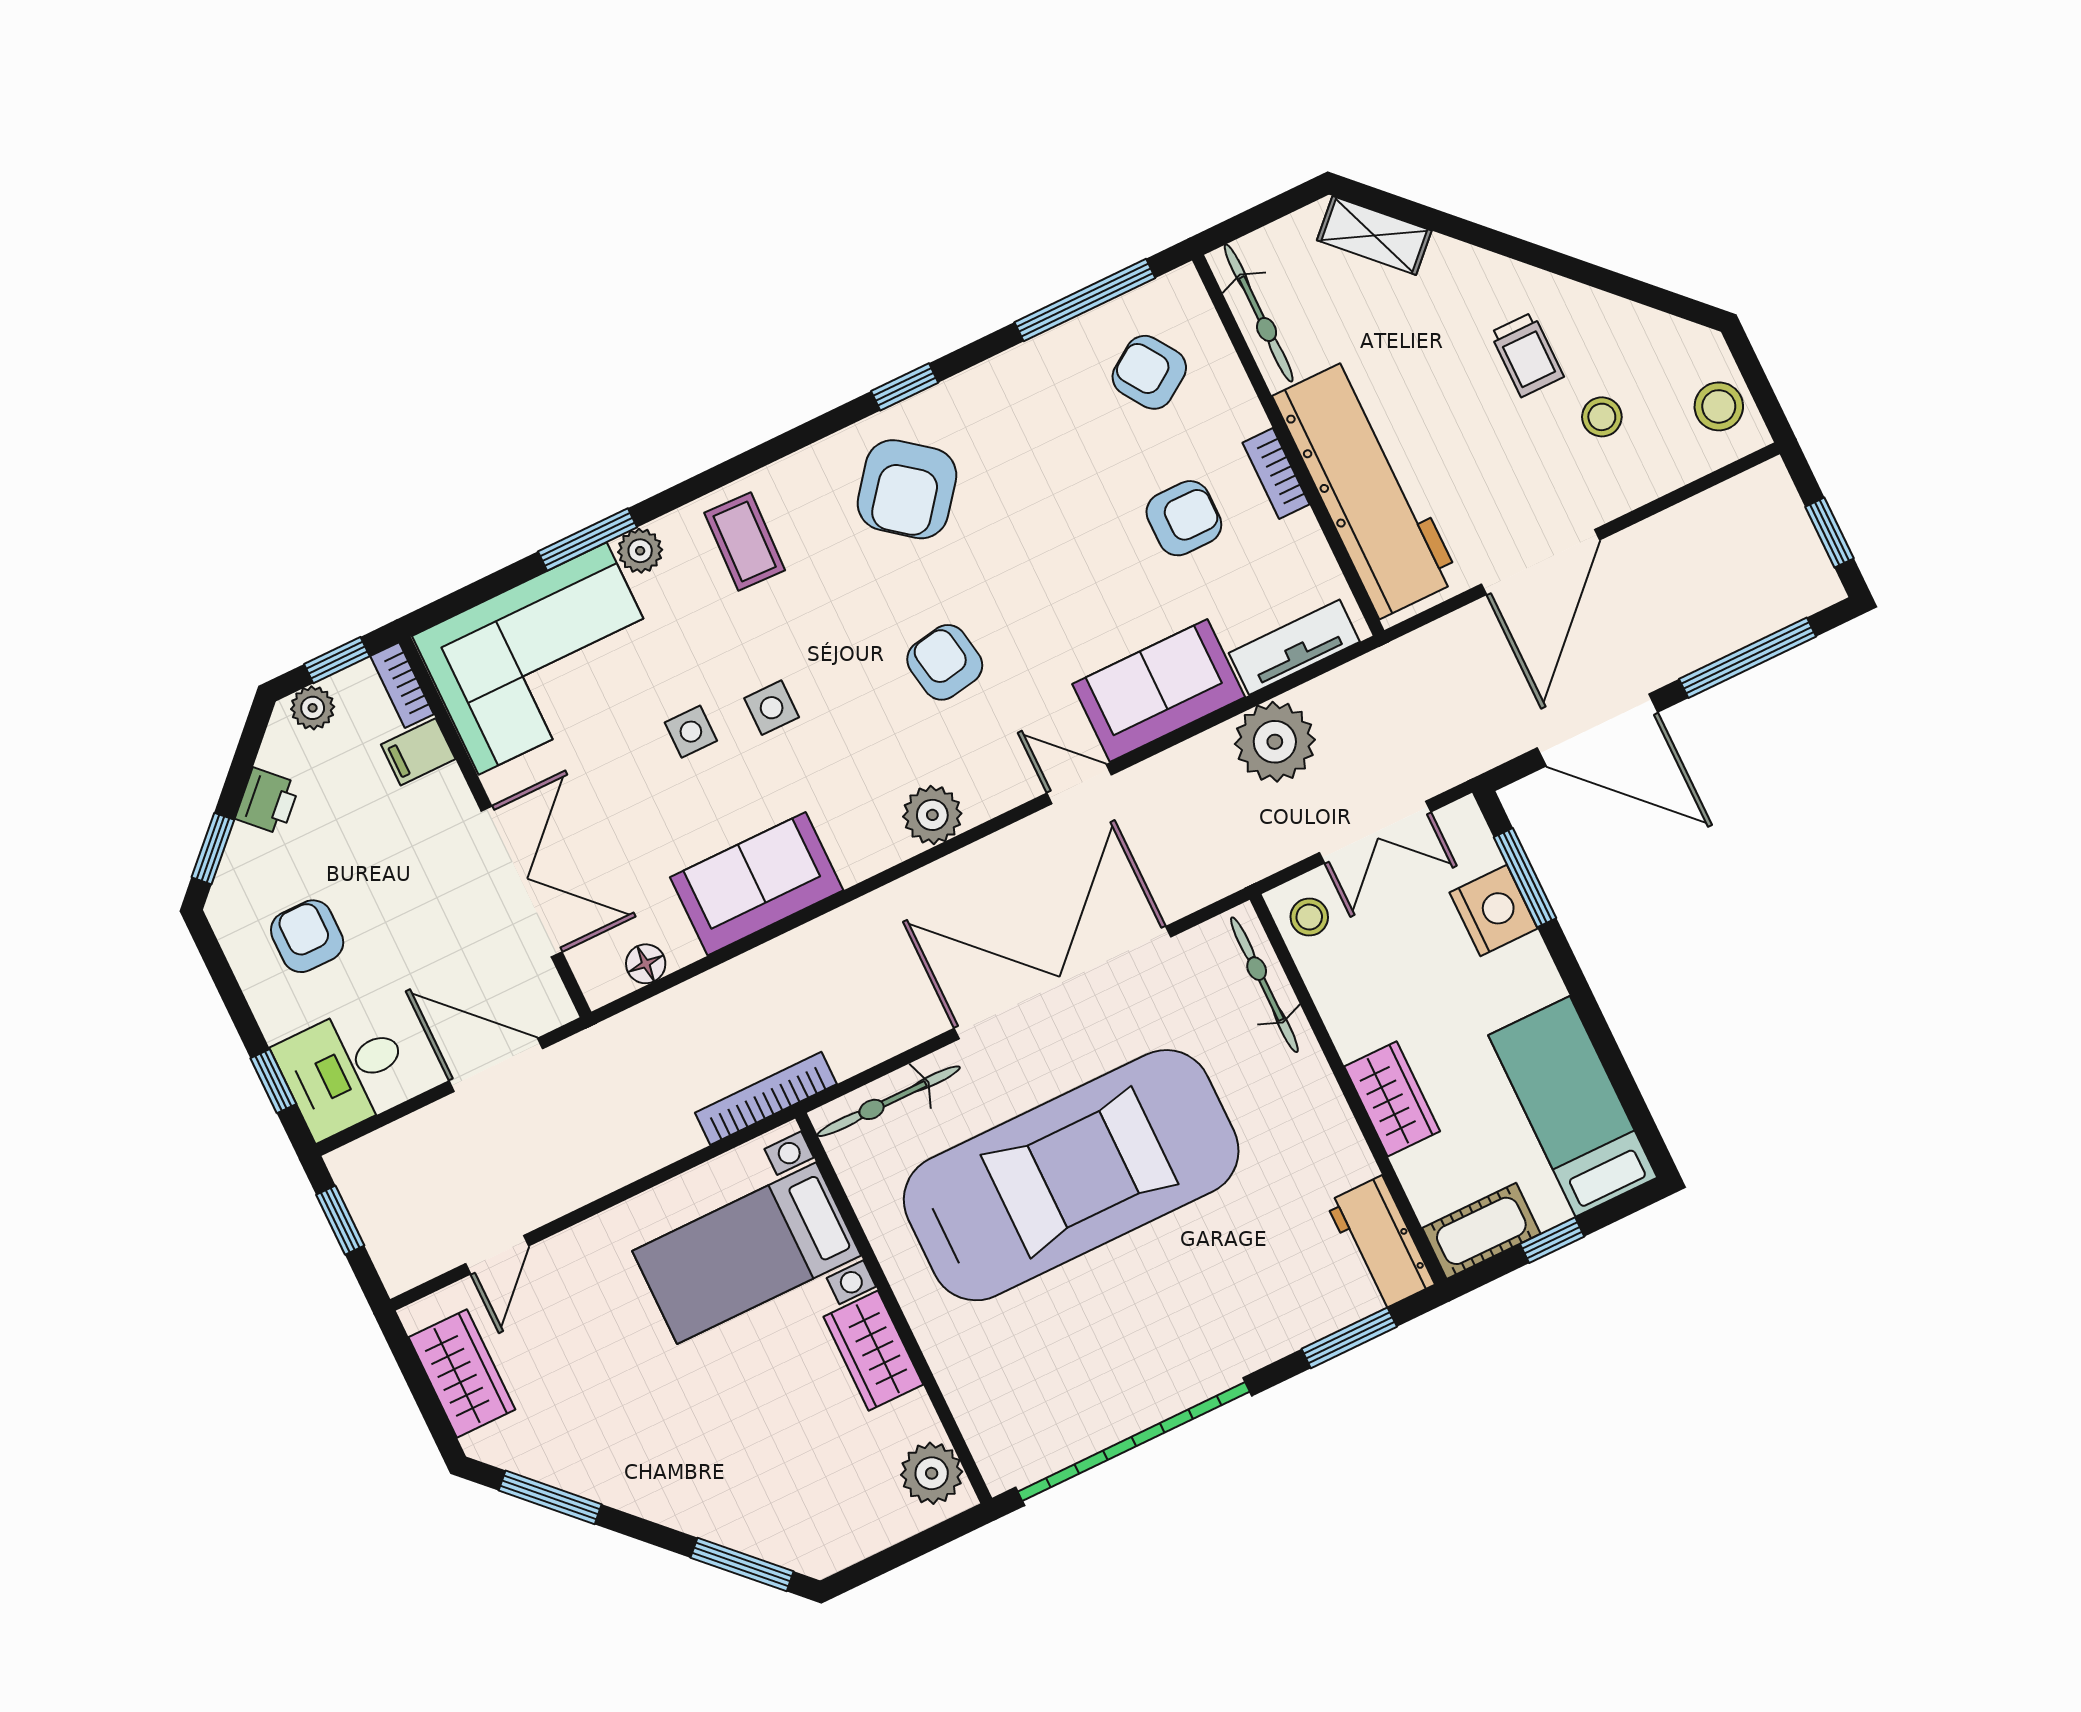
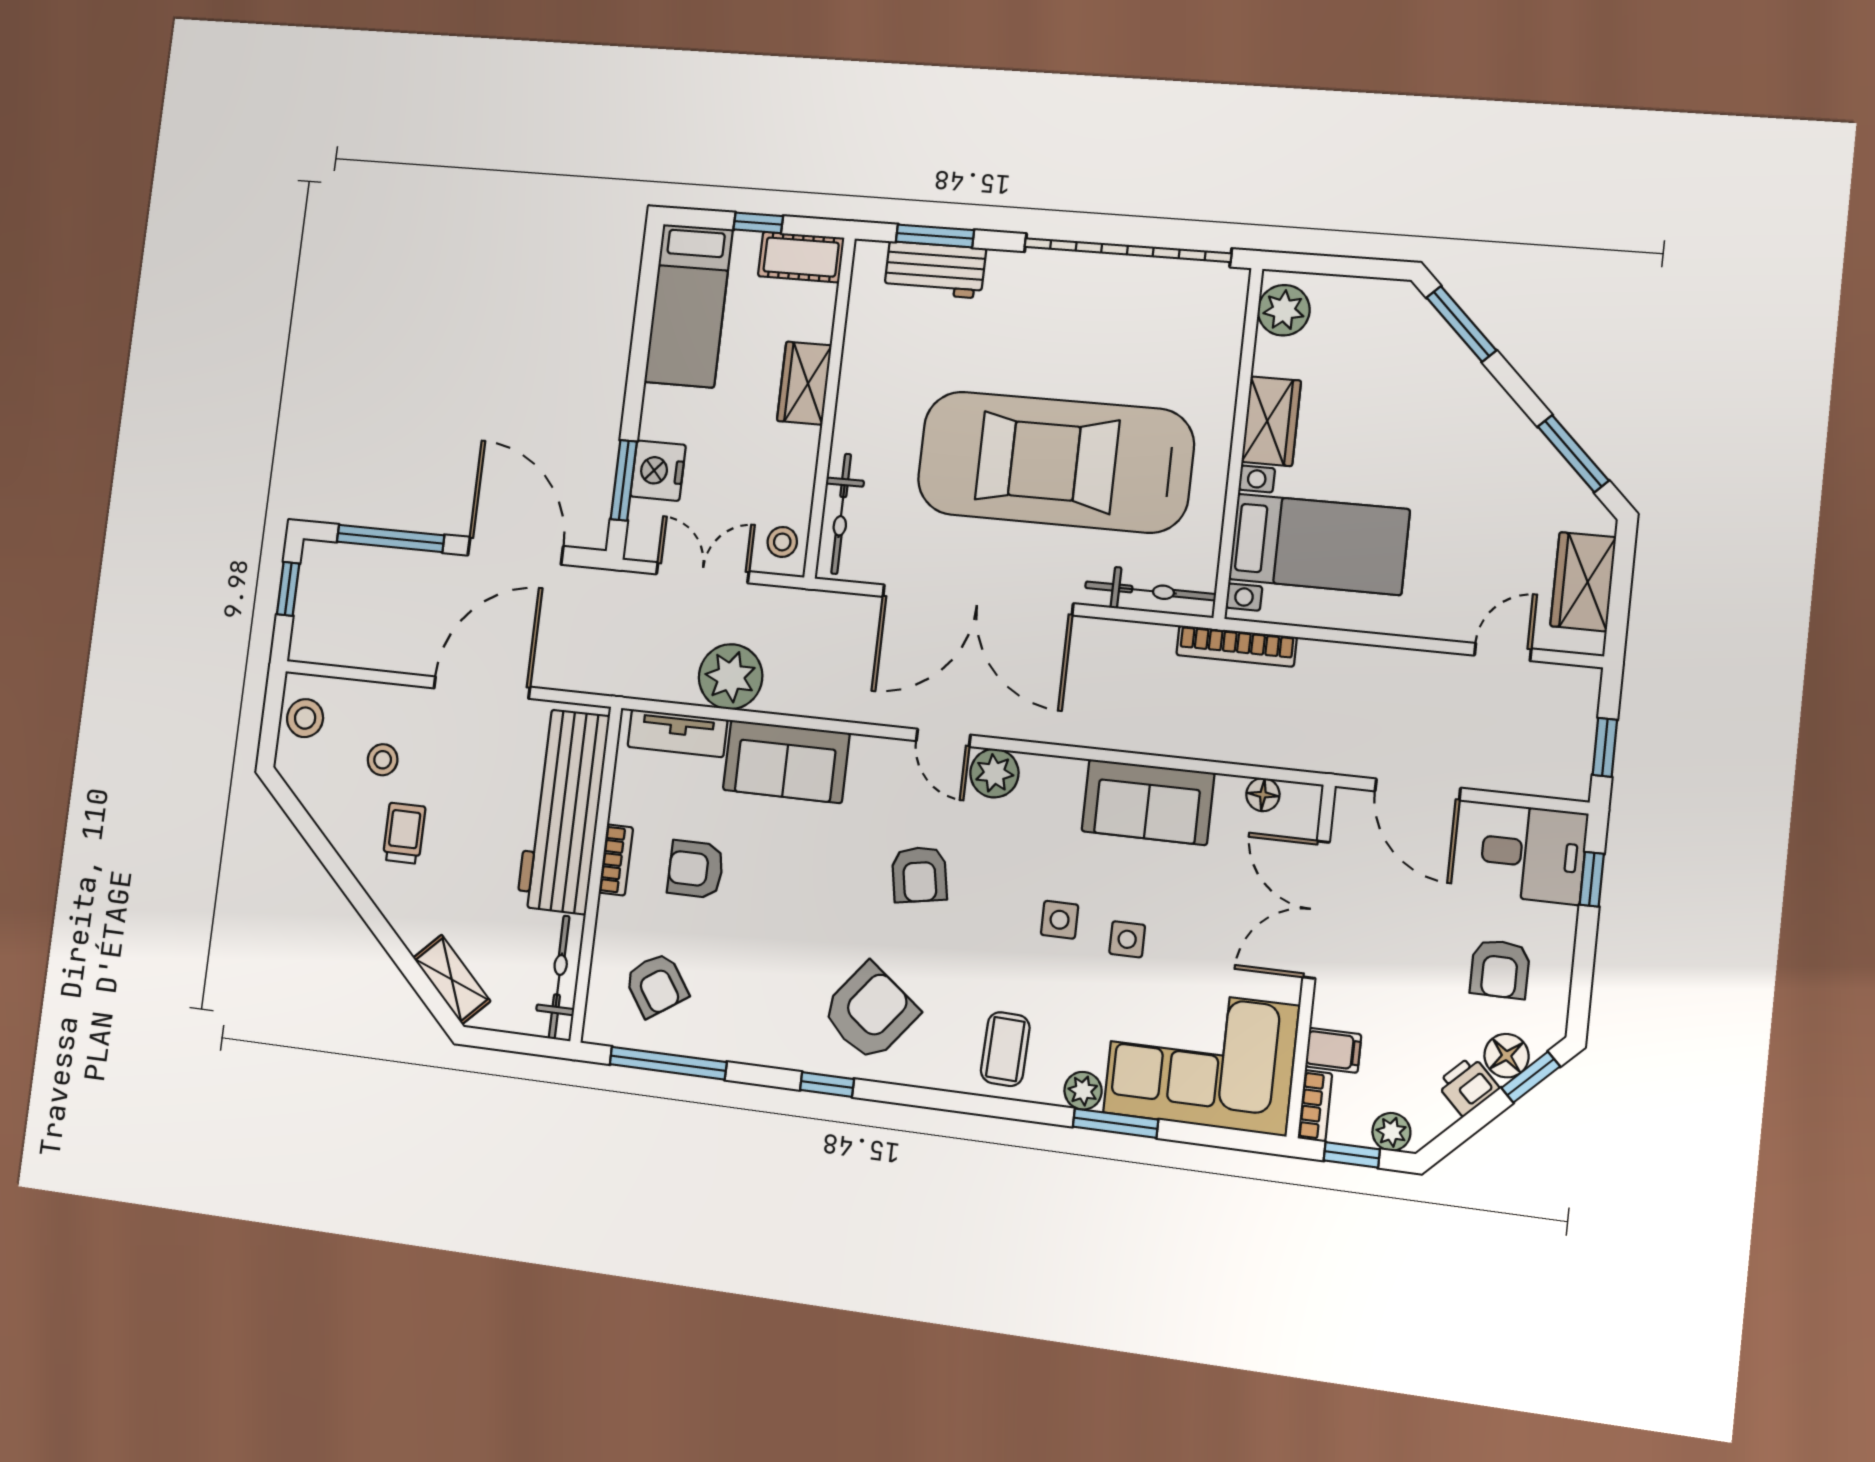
door: (1079, 784) -> (943, 738), moved
floor lamp: (249, 855) -> (1507, 1056), added
workbench: (1380, 1243) -> (935, 270), moved, turned 90

